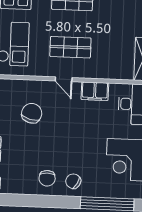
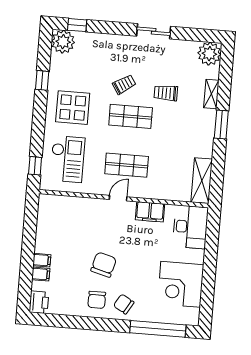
door: (64, 79) -> (118, 198), swing flipped
chair: (32, 113) -> (104, 265), moved

